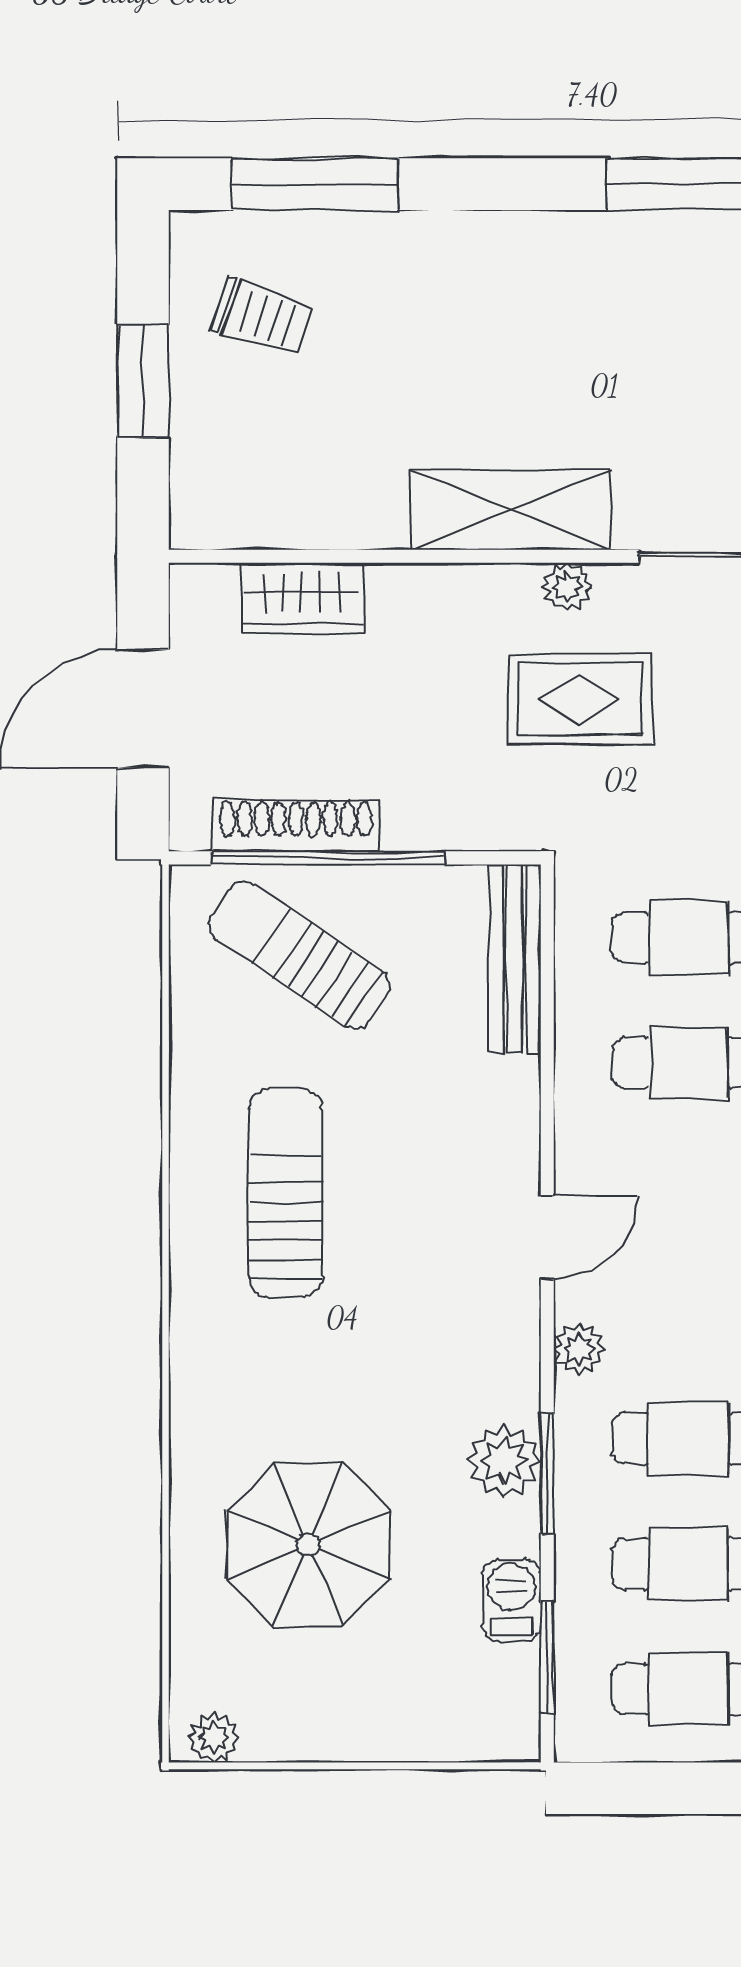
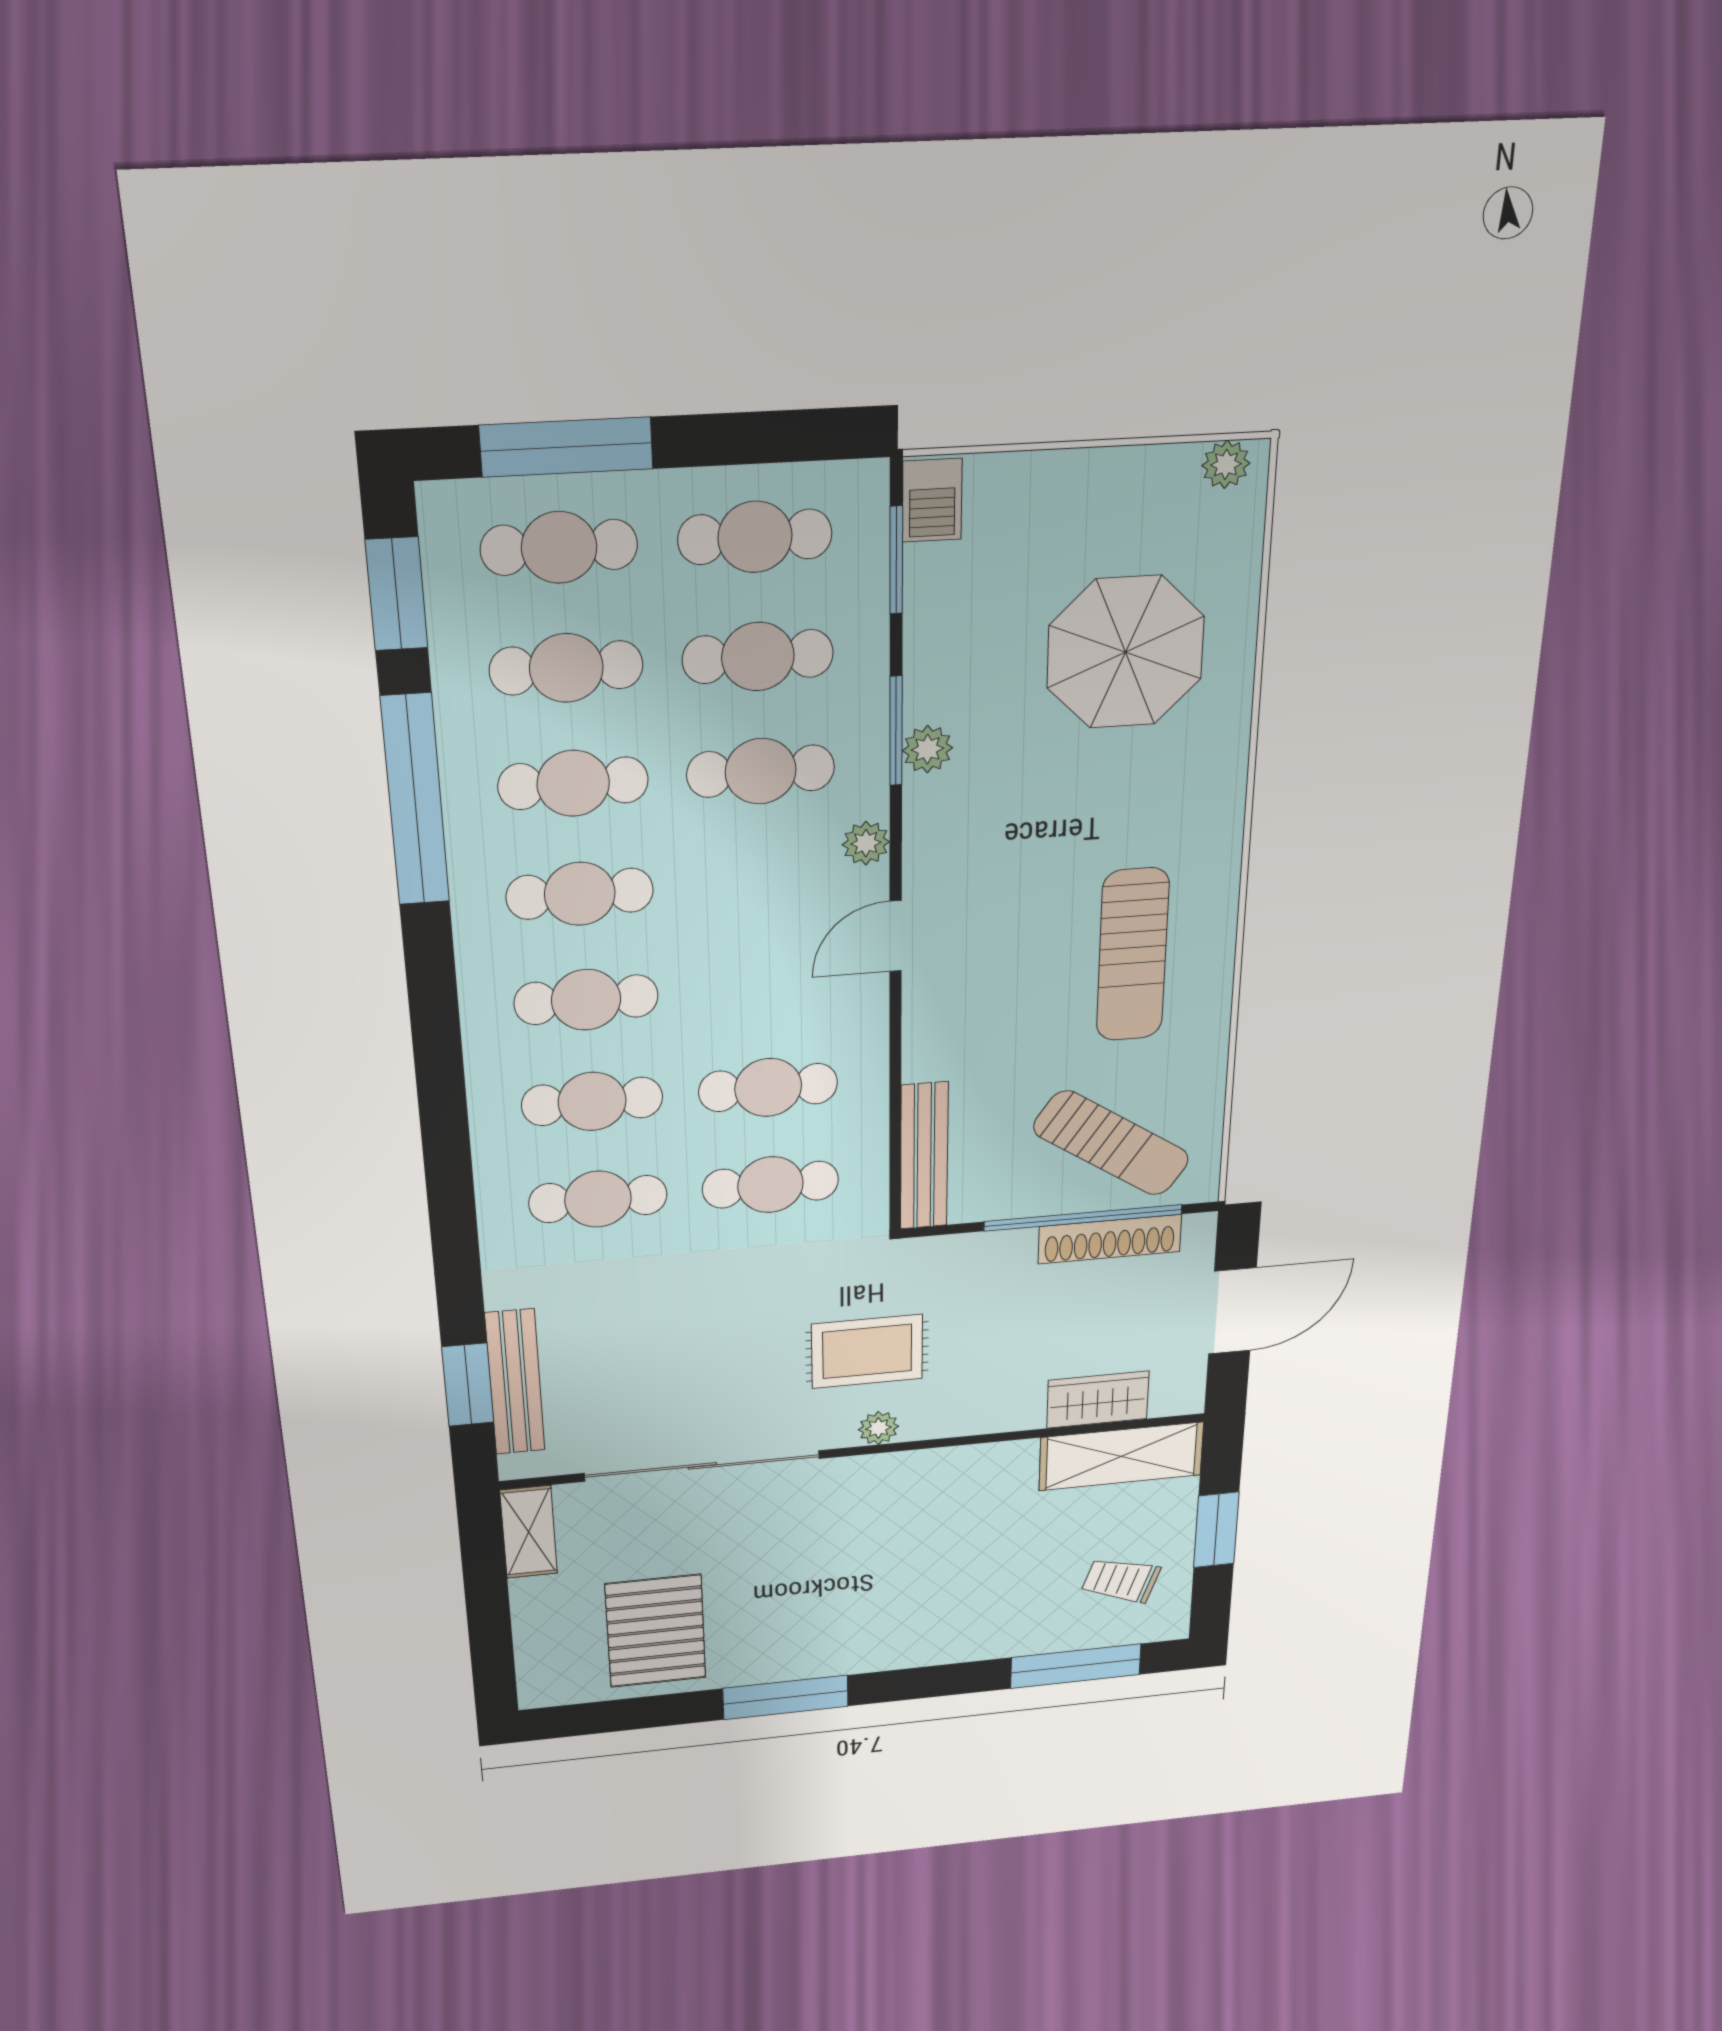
shelving: (510, 510) -> (1121, 1456), moved
plant: (504, 1461) -> (928, 749), width x0.73, depth x0.73
barbecue: (511, 1600) -> (932, 500), moved

